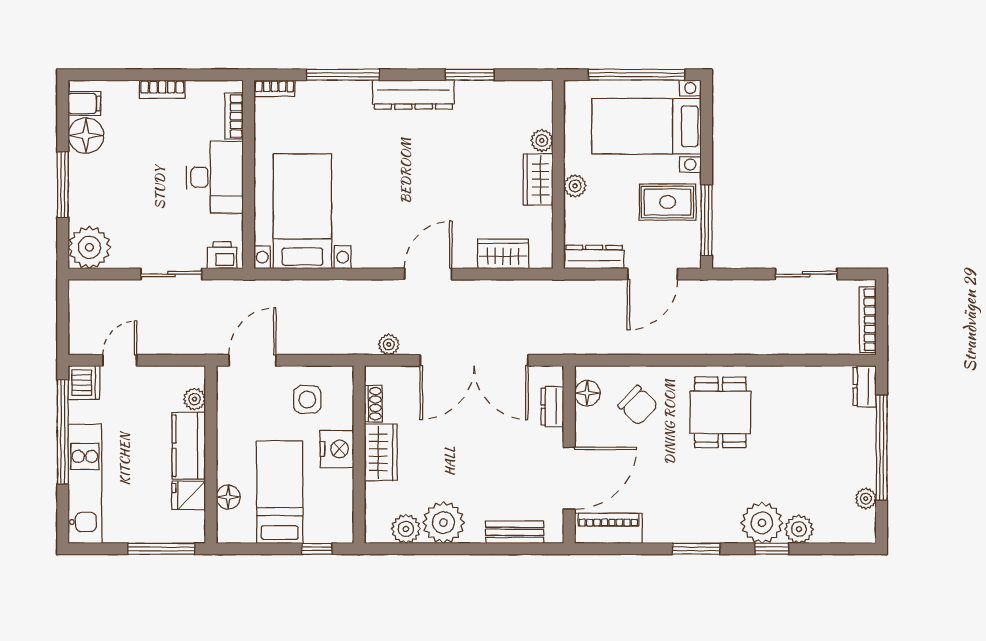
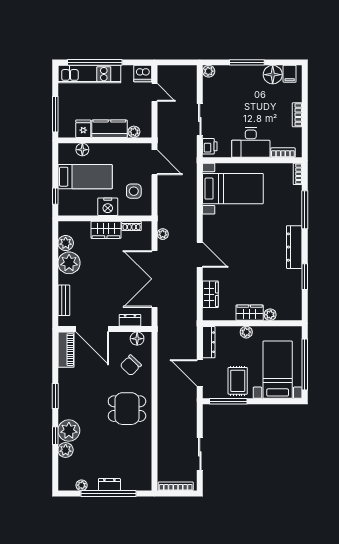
plant: (89, 247) -> (209, 71), width x0.53, depth x0.53
dresser: (865, 386) -> (109, 485), moved
window: (63, 432) -> (95, 62), moved

